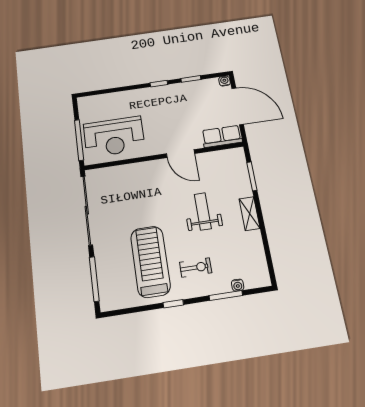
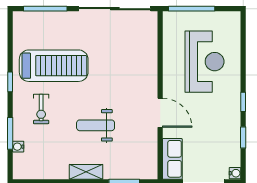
reception desk: (114, 137) -> (204, 62), moved, turned 180
door: (181, 154) -> (160, 113), swing flipped
weight bench: (203, 211) -> (96, 125), turned 180

